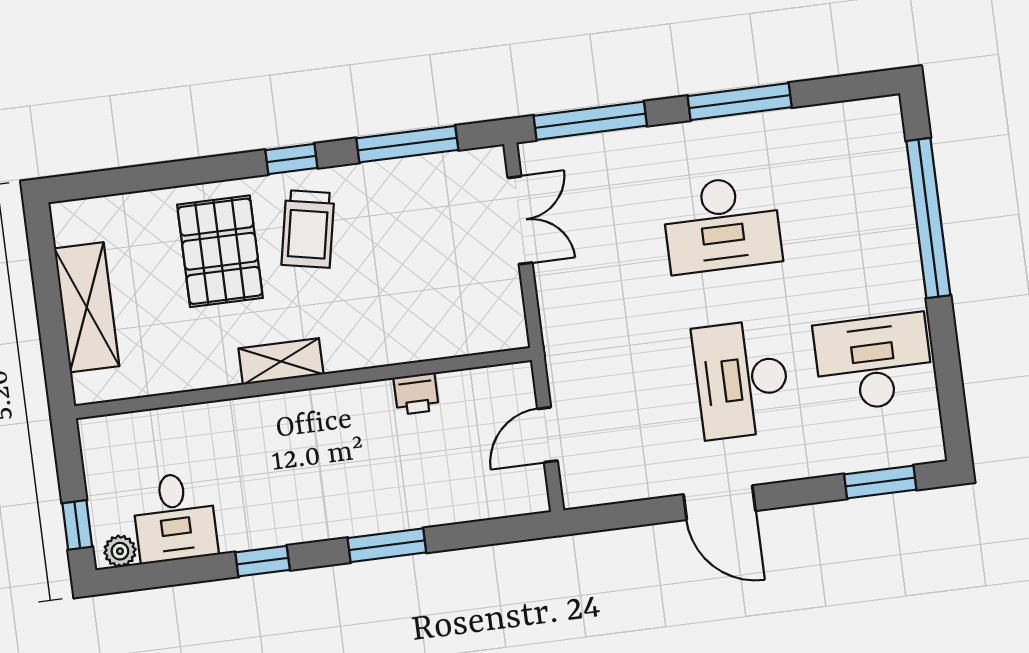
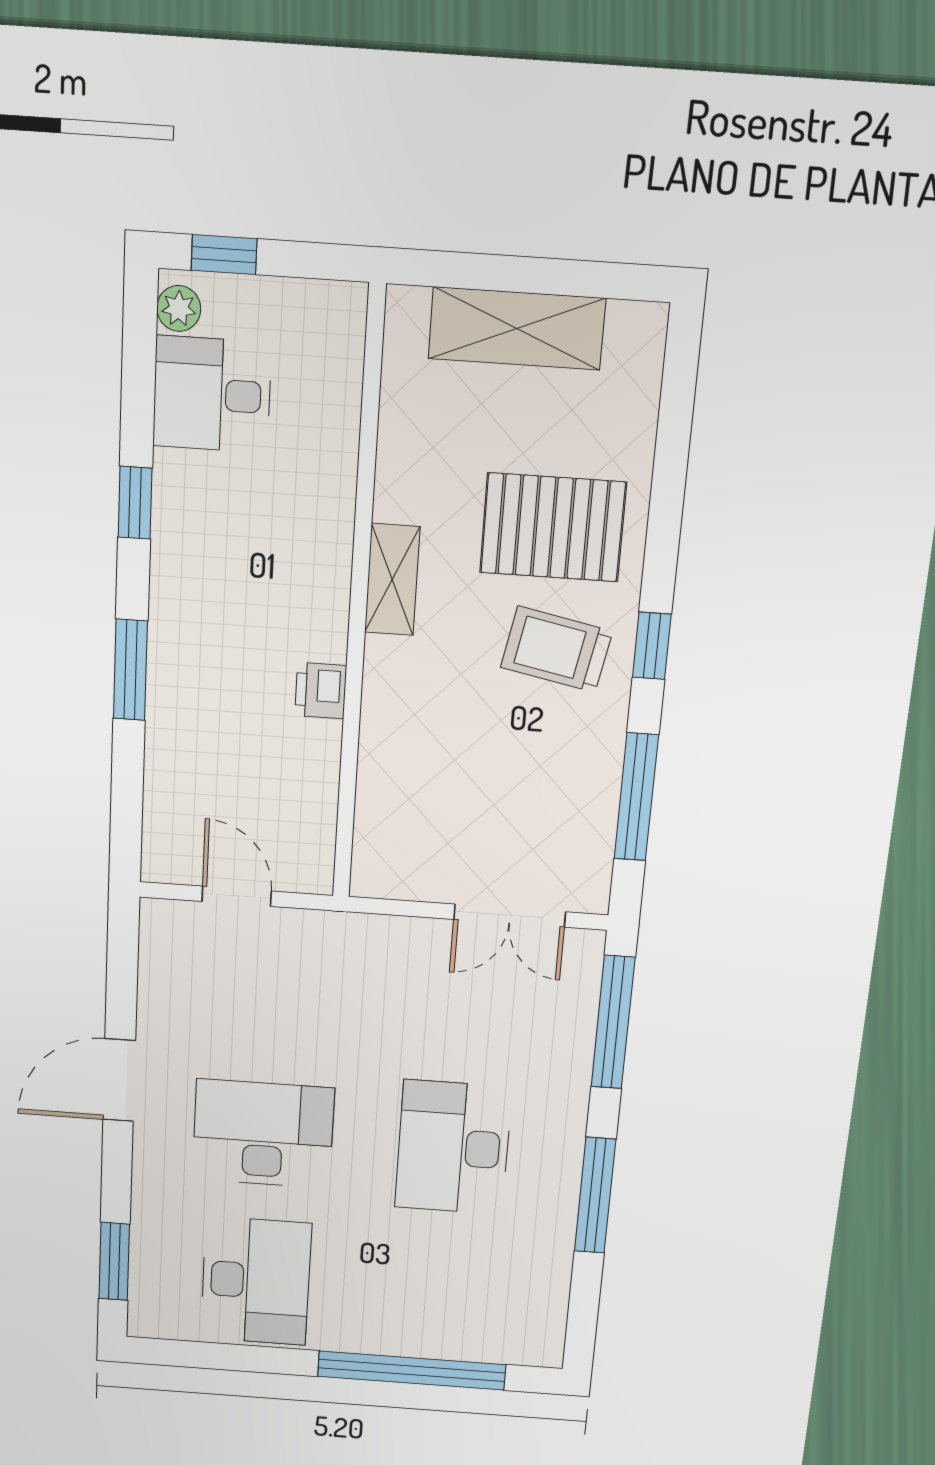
printer: (416, 394) -> (321, 691), moved

